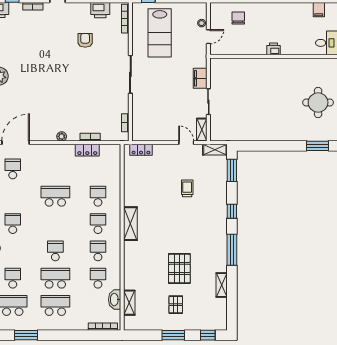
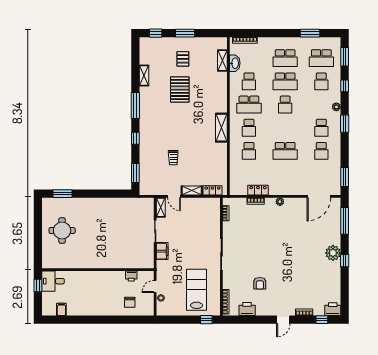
printer: (274, 49) -> (131, 276), moved
shelving: (215, 150) -> (192, 191), moved
school desk: (13, 169) -> (321, 151), moved
school desk: (98, 251) -> (249, 105), width x1.85

